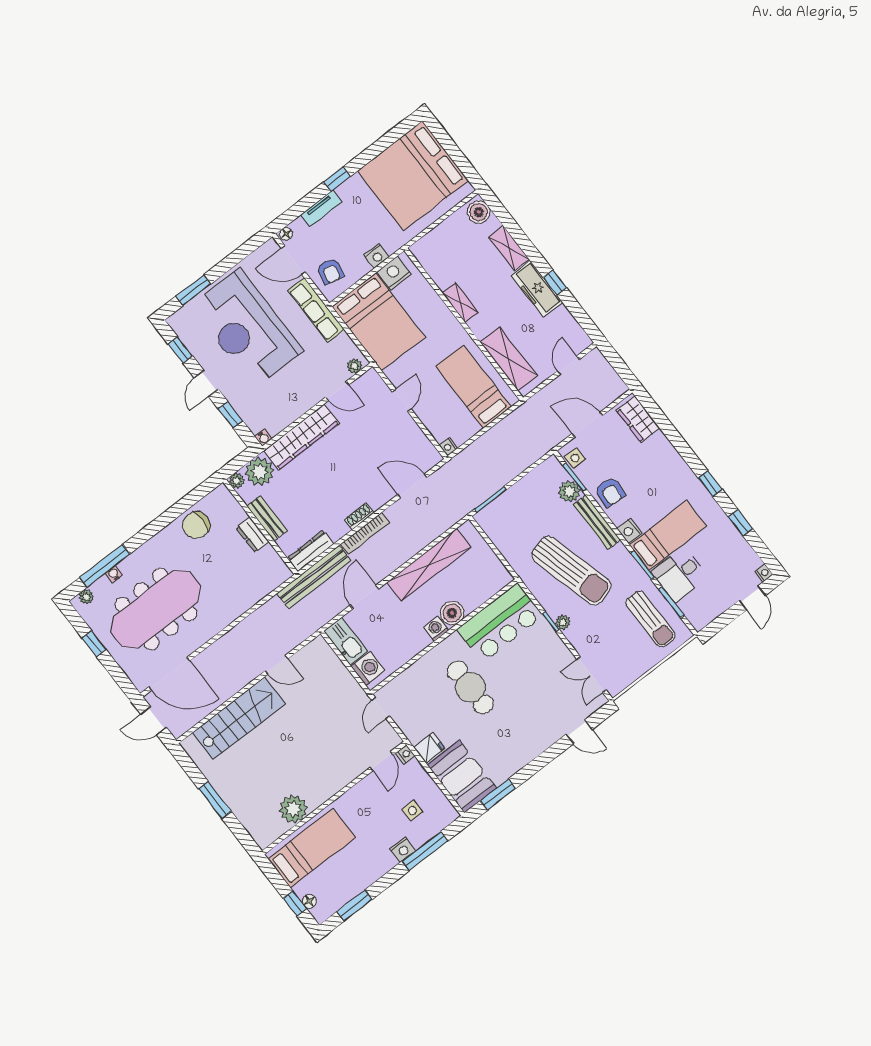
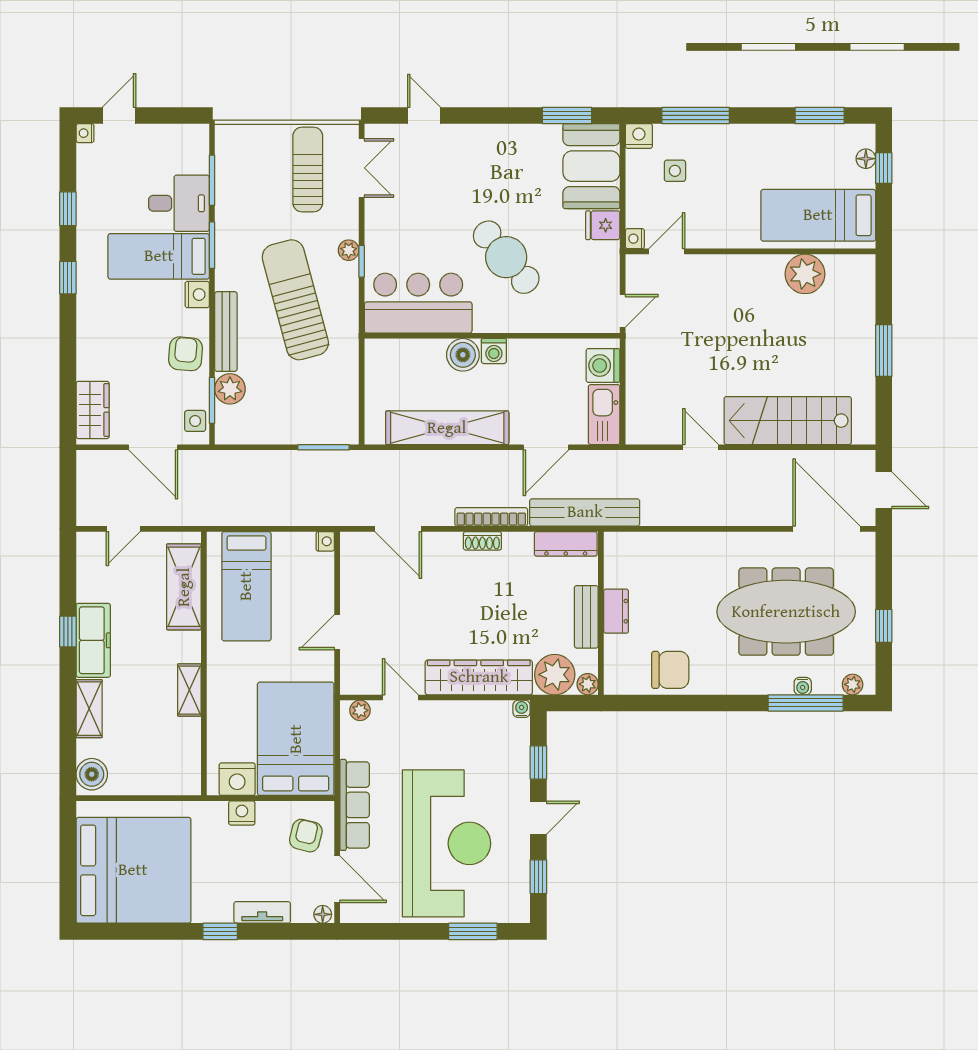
sun lounger: (650, 619) -> (308, 170), moved
cafe table: (470, 687) -> (506, 257), turned -40
nightstand: (403, 850) -> (639, 136), moved

